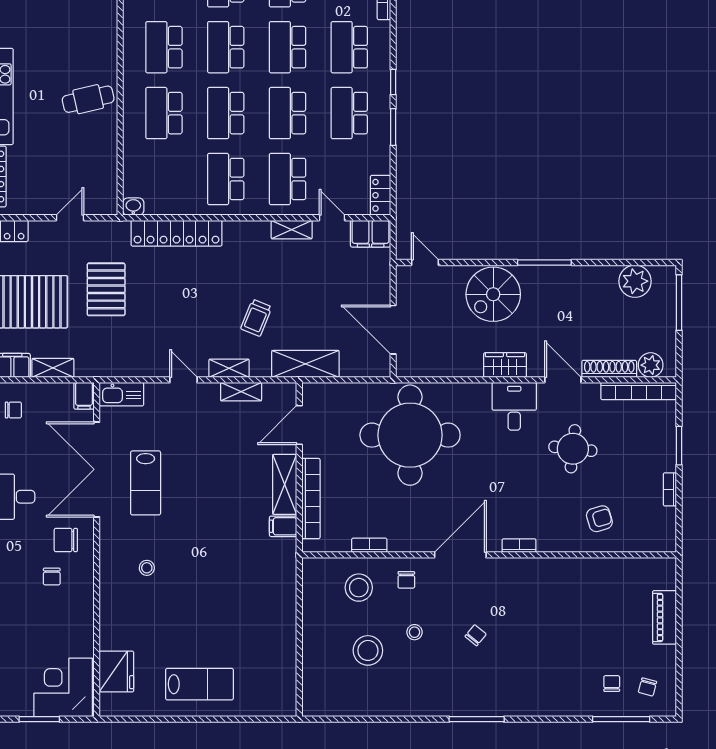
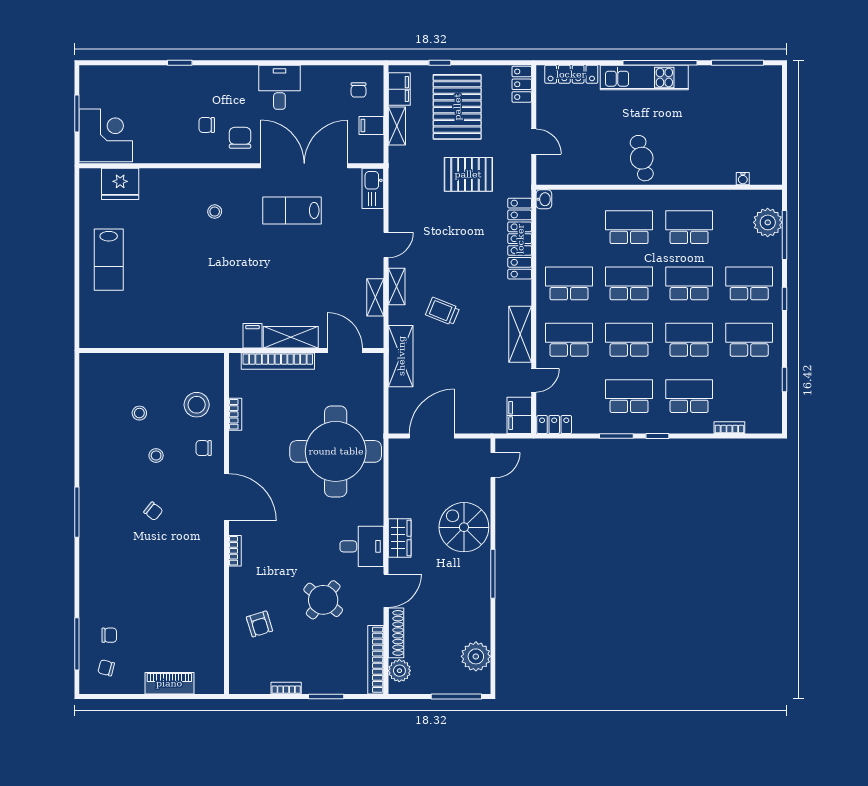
shelving: (292, 230) -> (520, 334), width x1.50, depth x1.33
filing cabinet: (84, 396) -> (371, 125), moved
round table: (573, 449) -> (323, 600), turned 33
stool: (368, 650) -> (139, 413), width x0.53, depth x0.53

